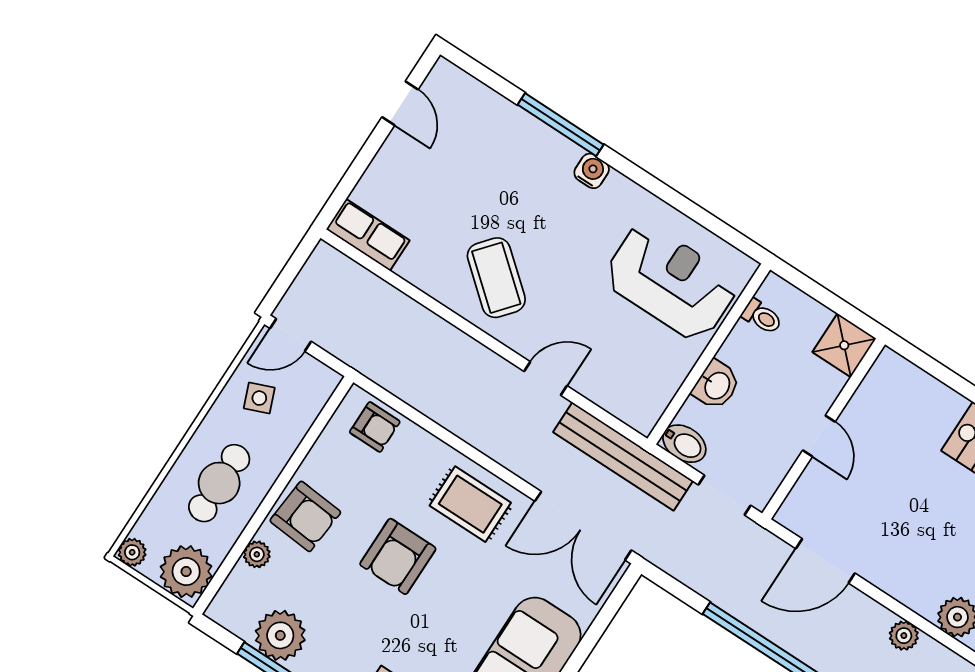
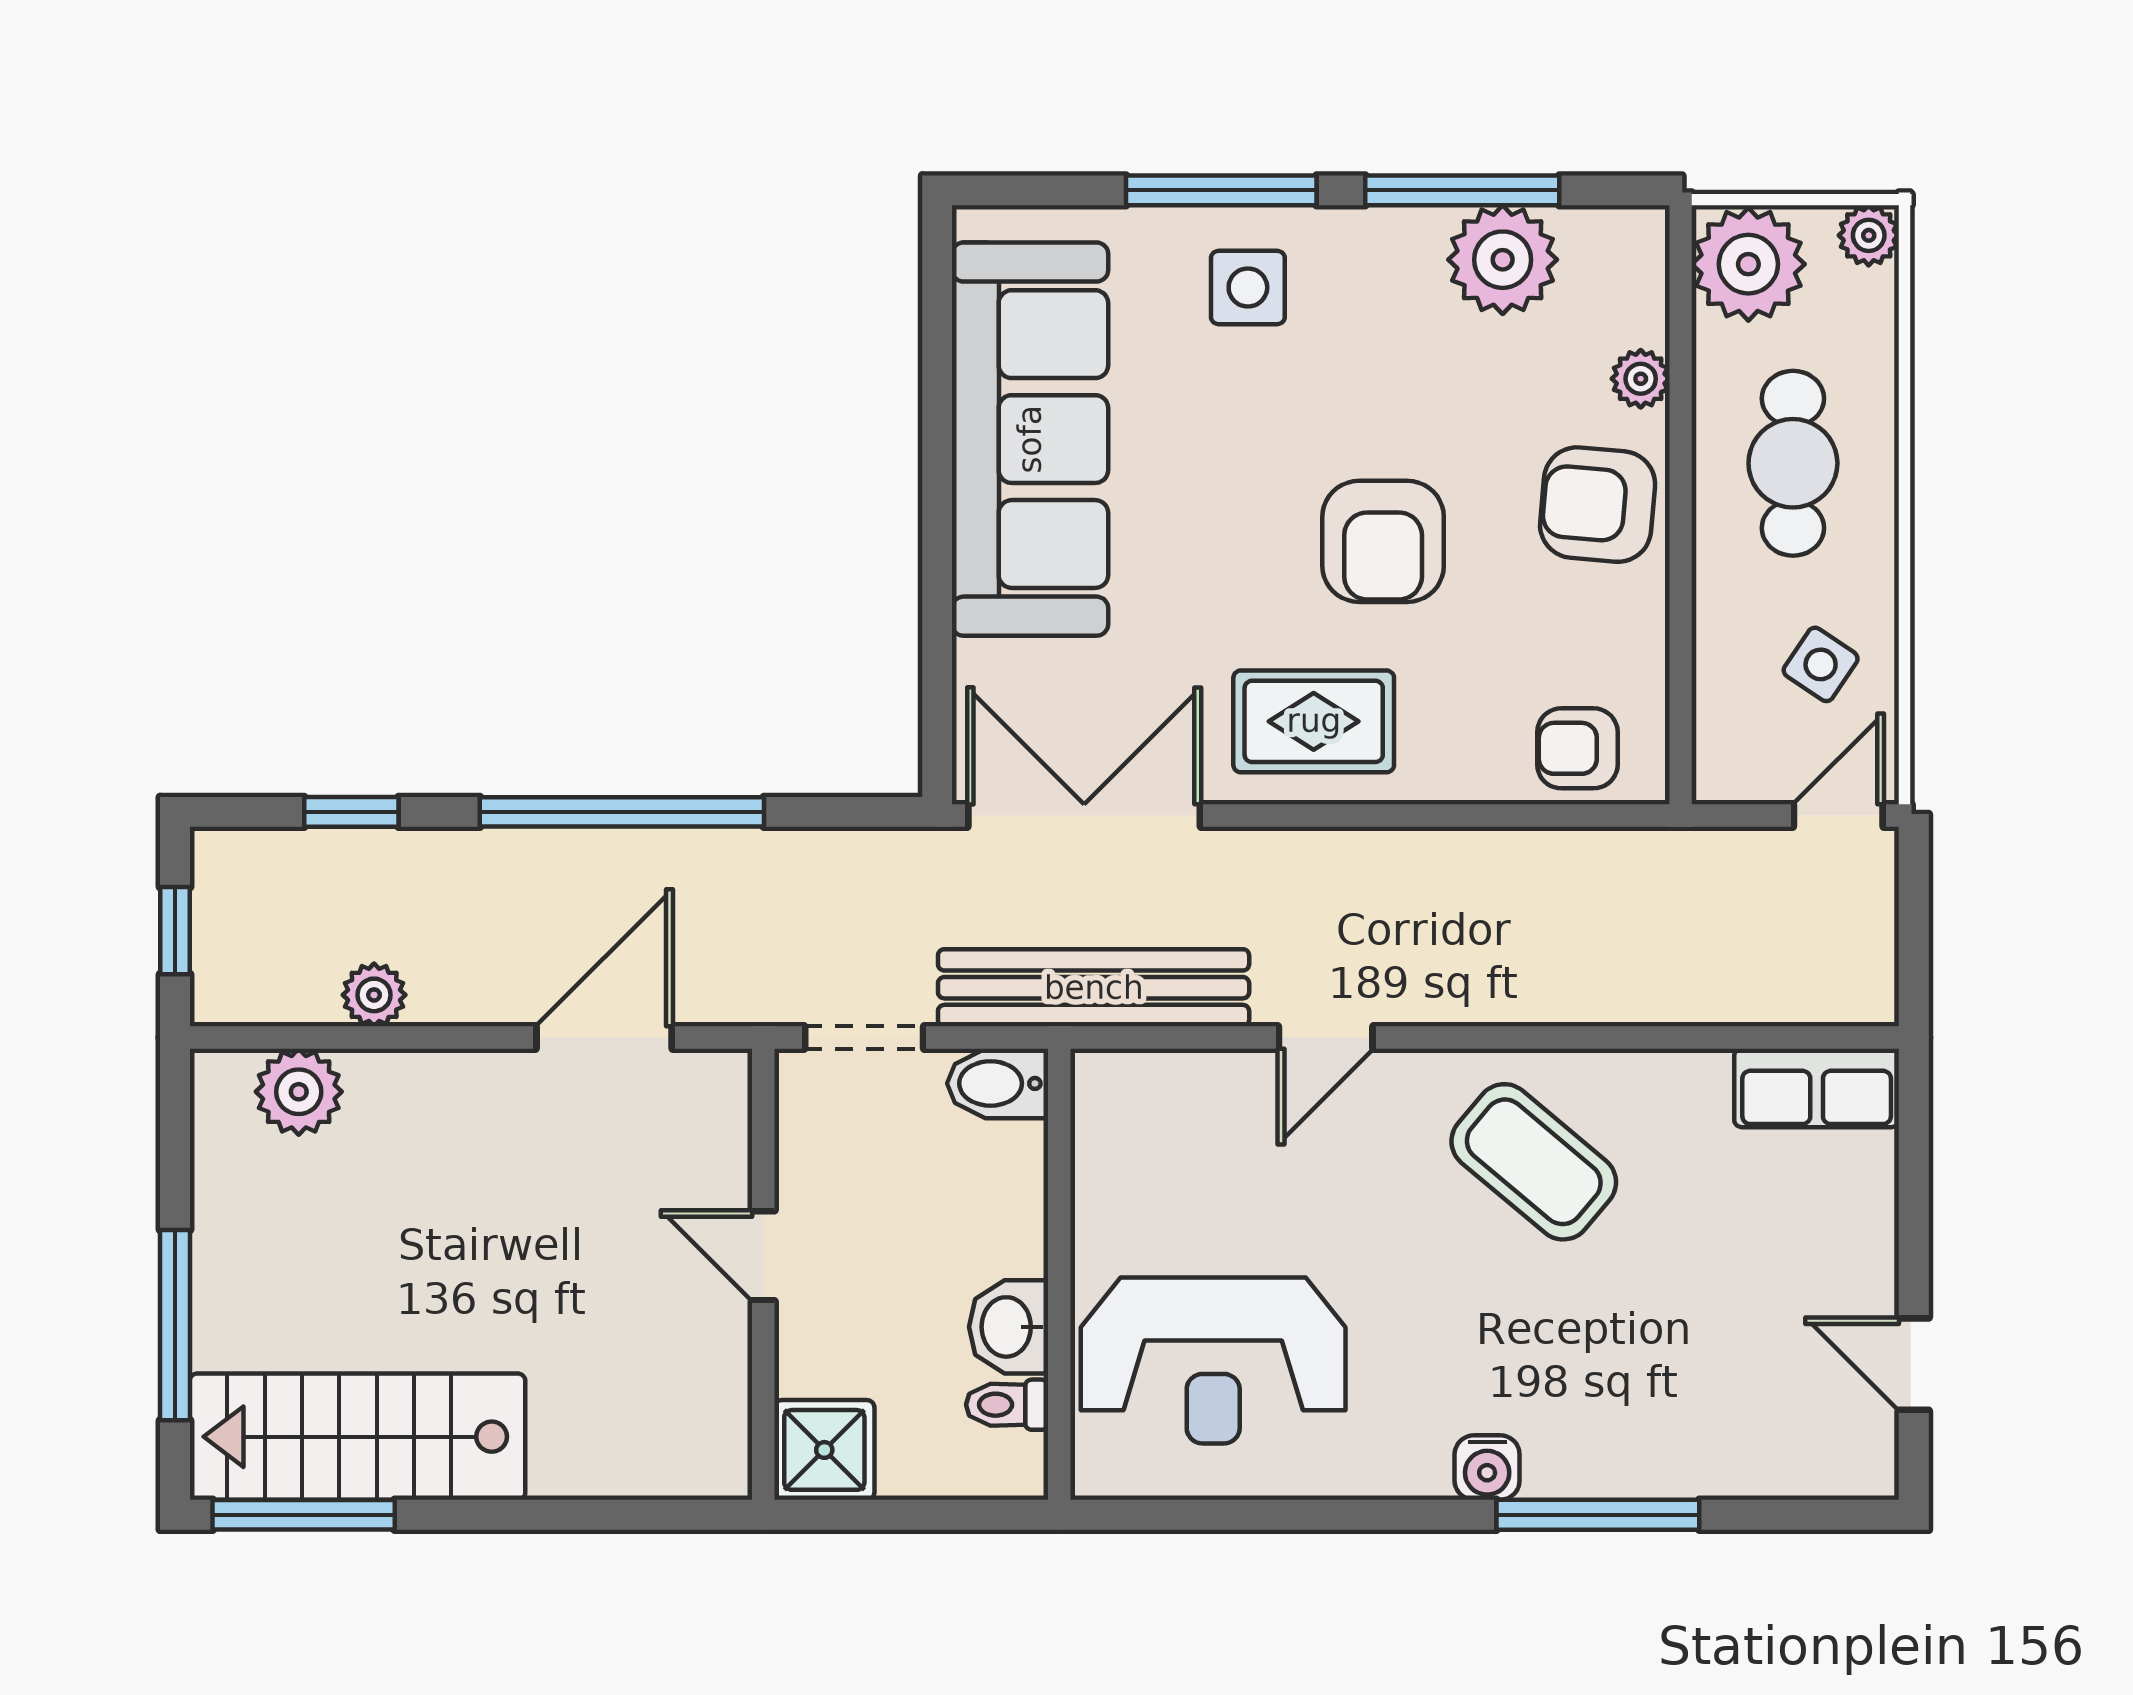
washbasin: (716, 385) -> (1009, 1327), moved
side table: (259, 398) -> (1821, 664), turned -34
armchair: (398, 556) -> (1383, 541), turned 180

